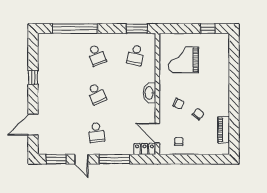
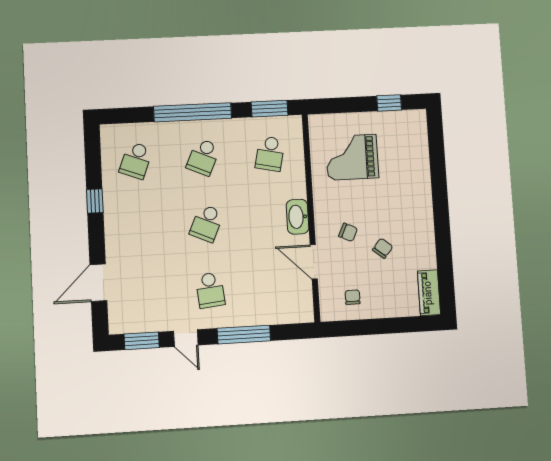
window: (75, 29) -> (193, 112), moved
school desk: (58, 55) -> (136, 160), added
school desk: (97, 55) -> (203, 157), turned 45
school desk: (97, 94) -> (207, 223), turned 48
piano: (224, 130) -> (429, 293), moved
door: (157, 133) -> (314, 262), moved
locker: (145, 149) -> (295, 314), removed

